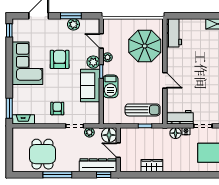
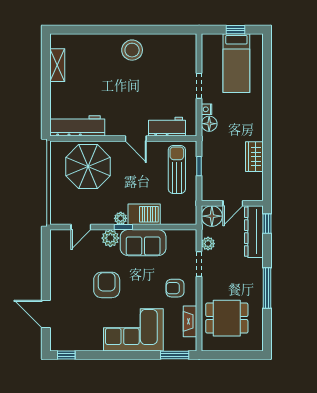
window: (71, 16) -> (46, 269), removed
plant: (73, 24) -> (58, 266), removed
workbench: (174, 33) -> (77, 126), width x1.38
plant: (108, 57) -> (121, 218), moved
armchair: (60, 59) -> (107, 285), turned 90
corner sofa: (27, 63) -> (133, 330), moved
door: (165, 80) -> (136, 139), swing flipped
workbench: (180, 117) -> (167, 127), moved, turned 90
fireplace: (23, 119) -> (190, 321), moved
dining table: (42, 154) -> (227, 318), moved

